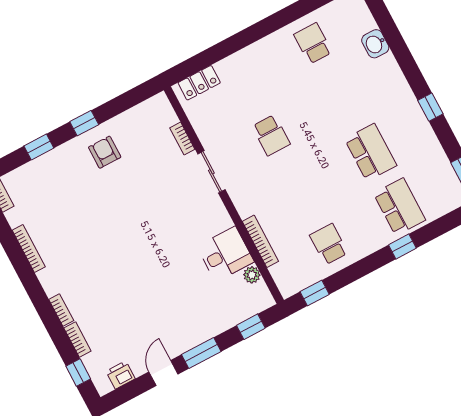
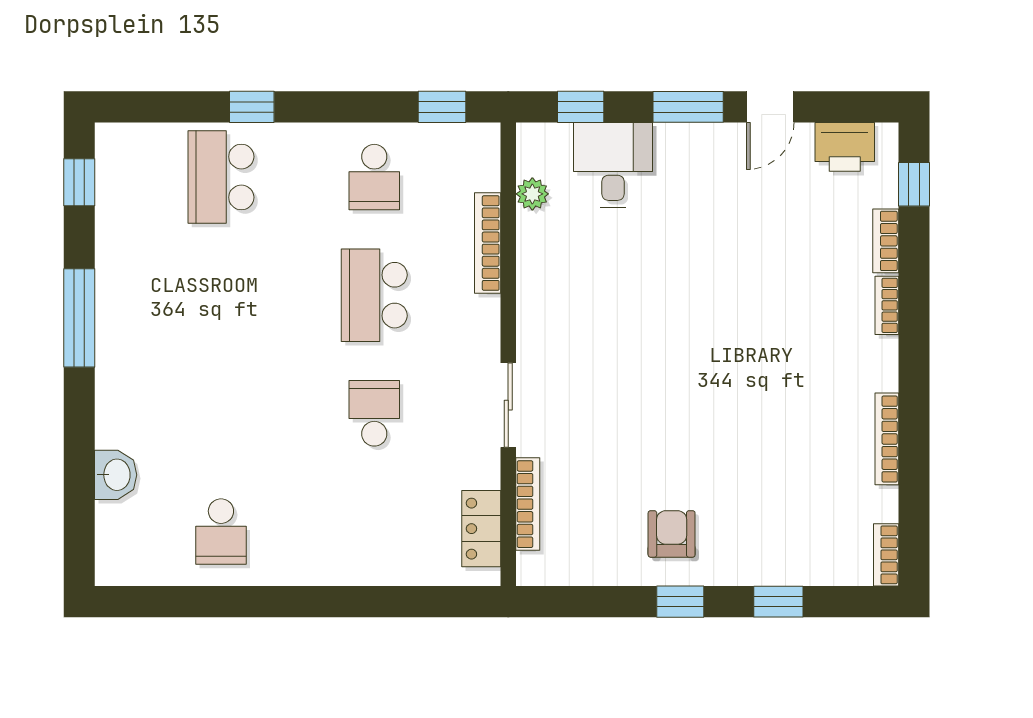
locker: (199, 83) -> (481, 529), moved, turned -90
window: (430, 107) -> (79, 318), width x2.17
bookcase: (182, 139) -> (528, 504), width x1.56
armchair: (105, 152) -> (672, 534), turned 180
school desk: (371, 152) -> (374, 295), moved
desk: (225, 254) -> (613, 165), moved, turned 90
printer: (120, 375) -> (845, 147), width x1.36, depth x1.24

